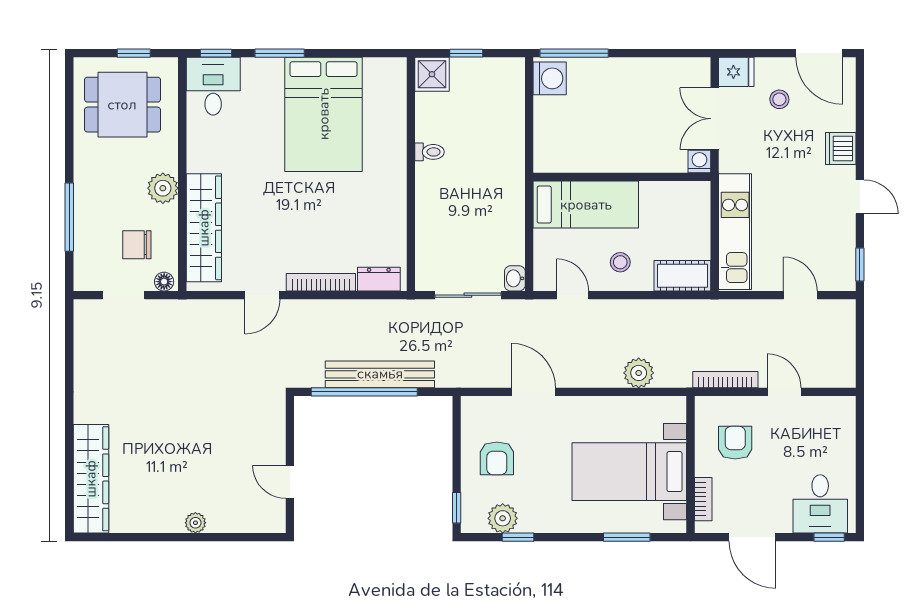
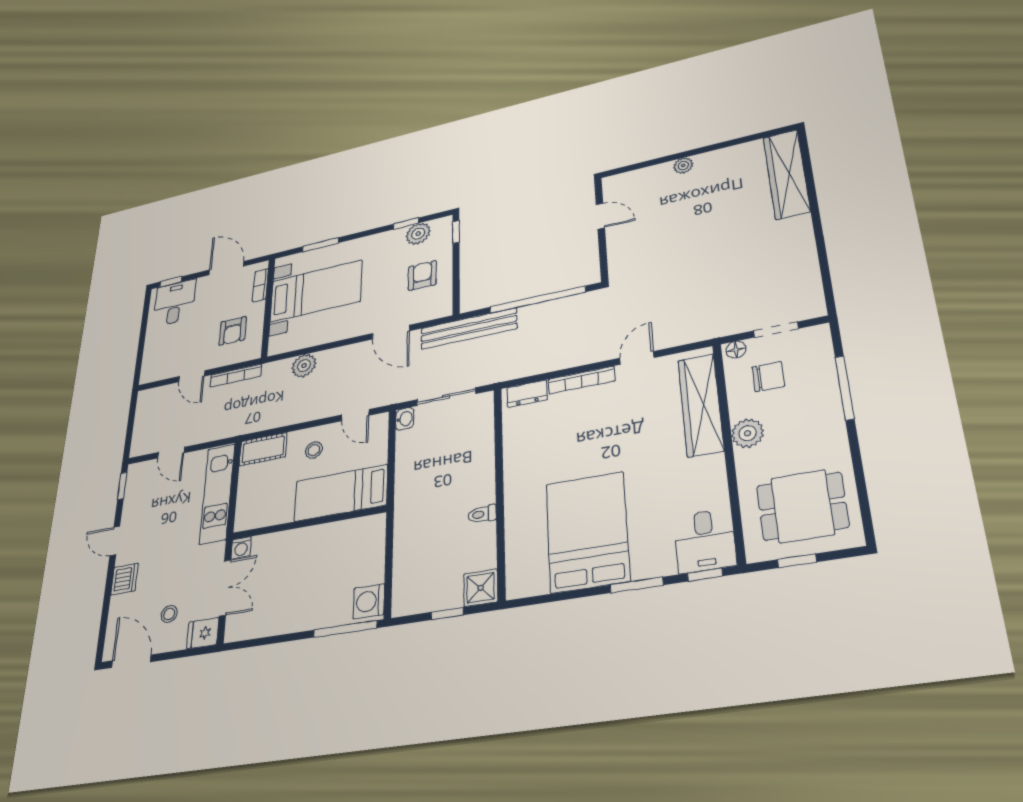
bench: (380, 374) -> (469, 329), moved

